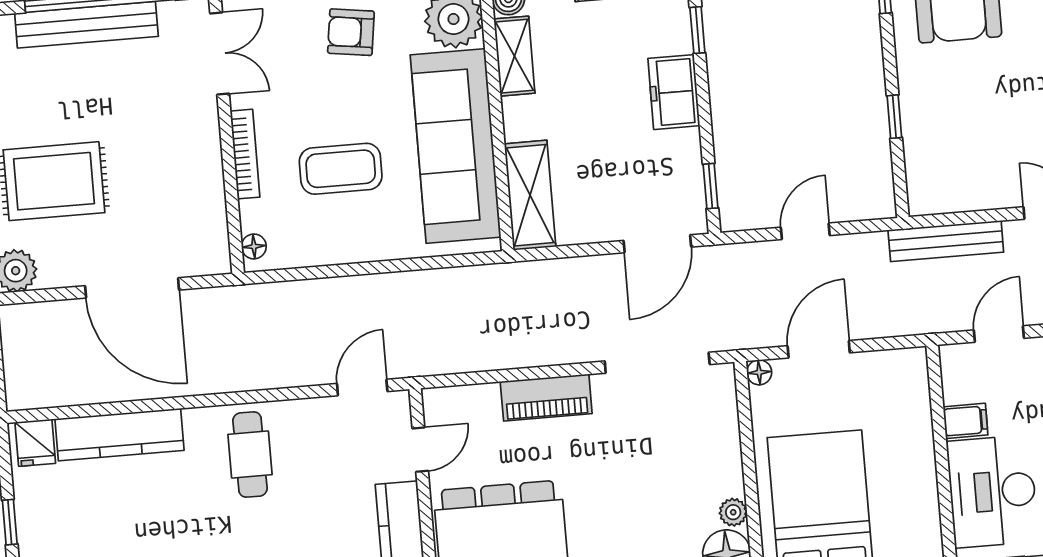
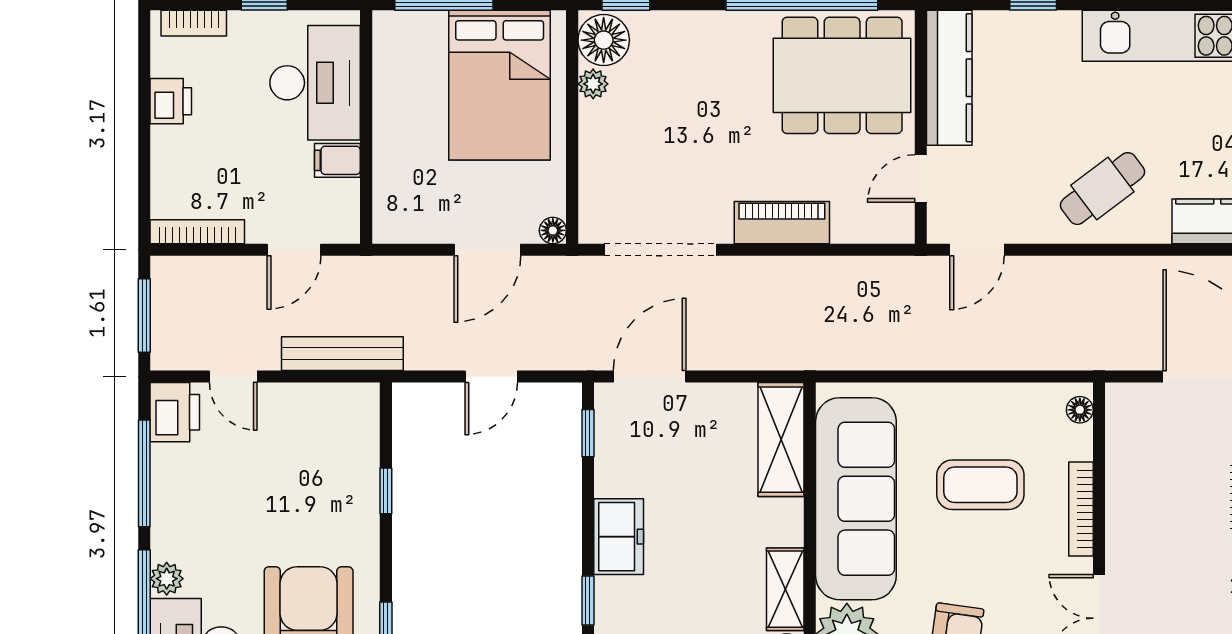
cafe table: (250, 454) -> (1102, 189), turned 53

